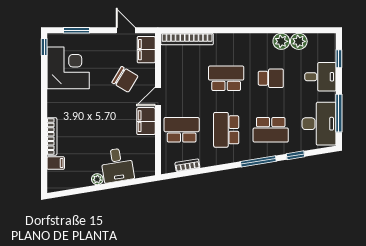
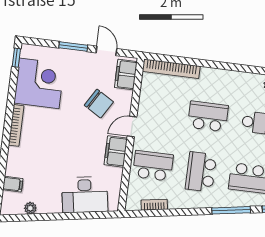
window: (77, 30) -> (73, 47), moved
bookcase: (52, 136) -> (16, 125), moved
desk: (117, 165) -> (85, 195), width x1.37
plant: (97, 179) -> (30, 208), moved

